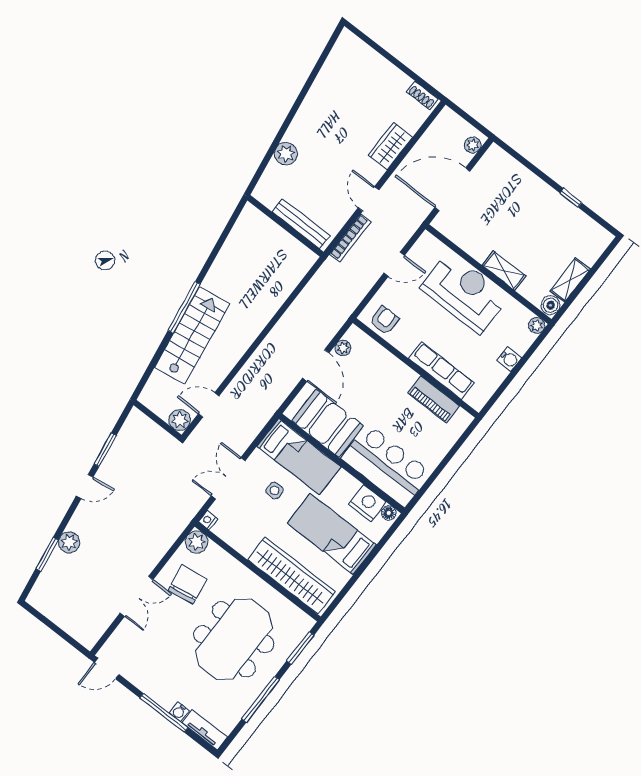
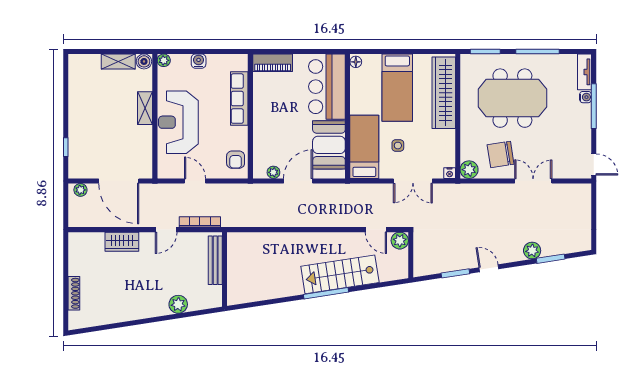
shoe rack: (422, 96) -> (74, 293), moved, width x1.43
window: (571, 198) -> (66, 147), moved
armchair: (384, 320) -> (236, 160), turned -90
piano: (434, 400) -> (273, 63), moved, turned 90
nightstand: (367, 503) -> (360, 80), removed

